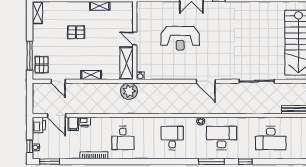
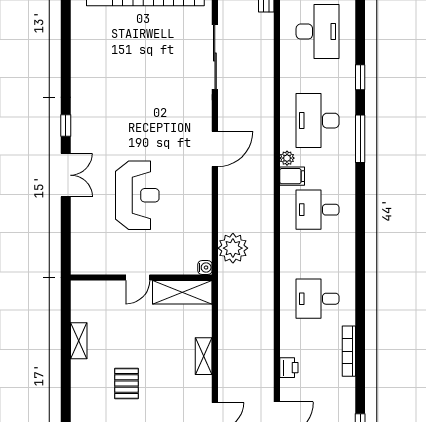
plant: (129, 91) -> (233, 248), moved
filing cabinet: (73, 124) -> (292, 176), moved
desk: (123, 138) -> (318, 299), turned 180

